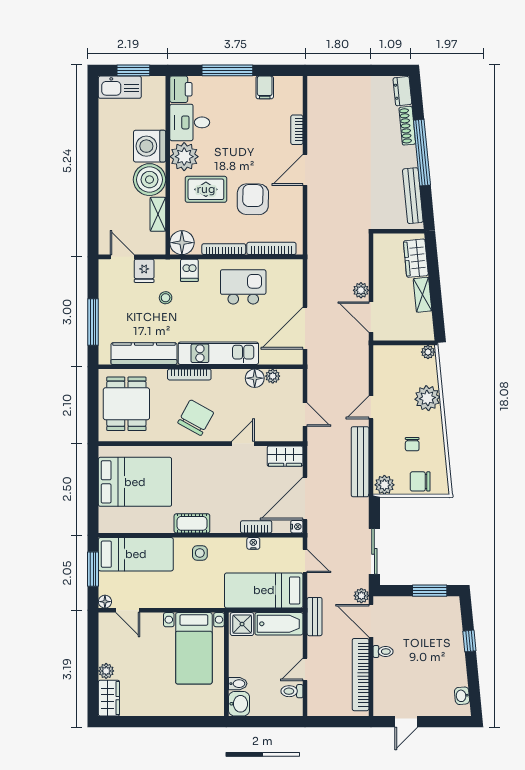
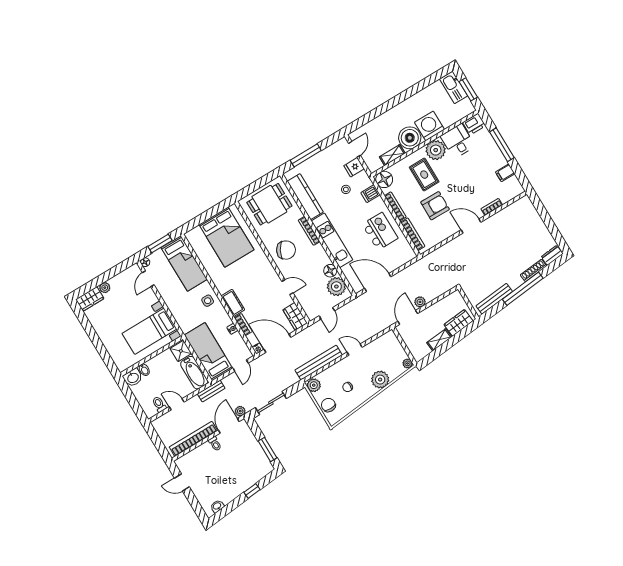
plant: (273, 376) -> (336, 287), width x1.88, depth x1.88
cot: (192, 523) -> (233, 303), moved

